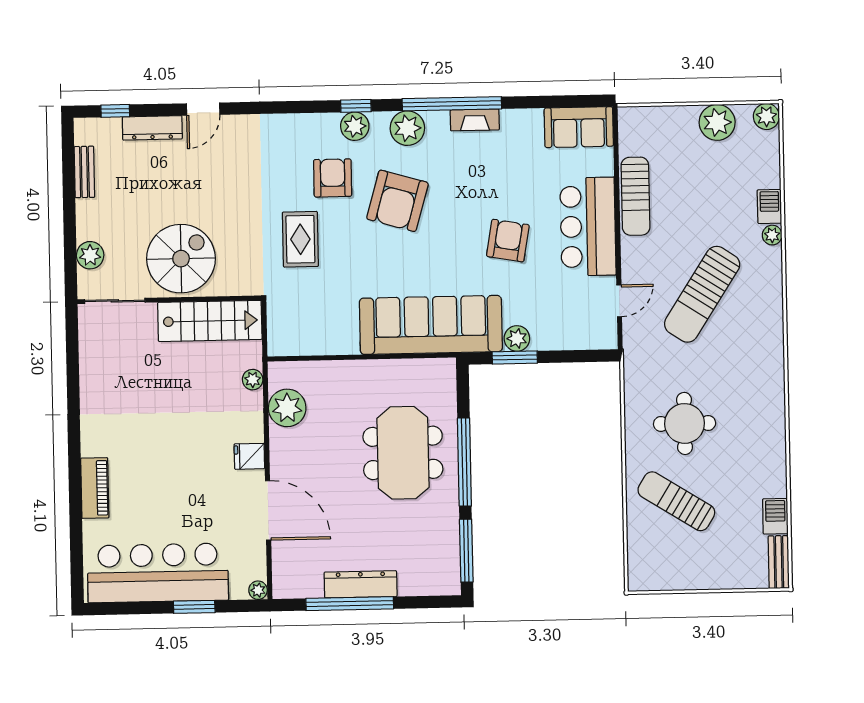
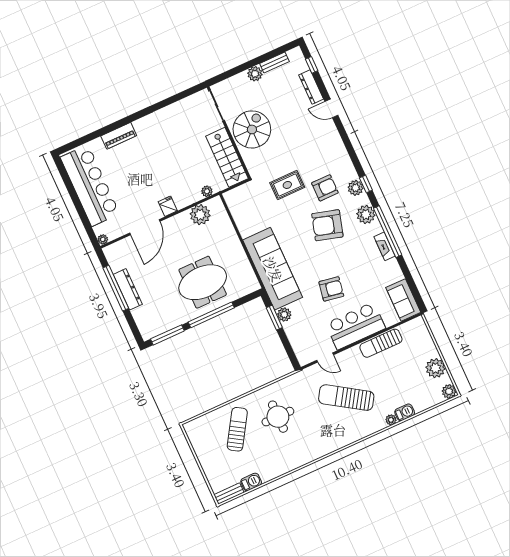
plant: (90, 255) -> (255, 74), moved
spiral stairs: (181, 259) -> (252, 129), turned -90
window: (194, 607) -> (81, 211), removed

